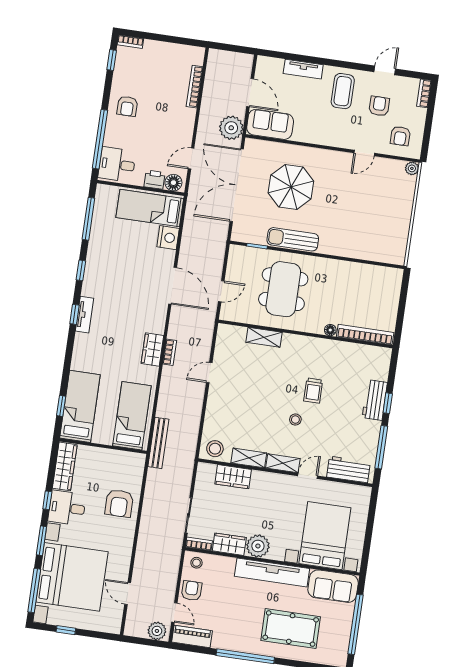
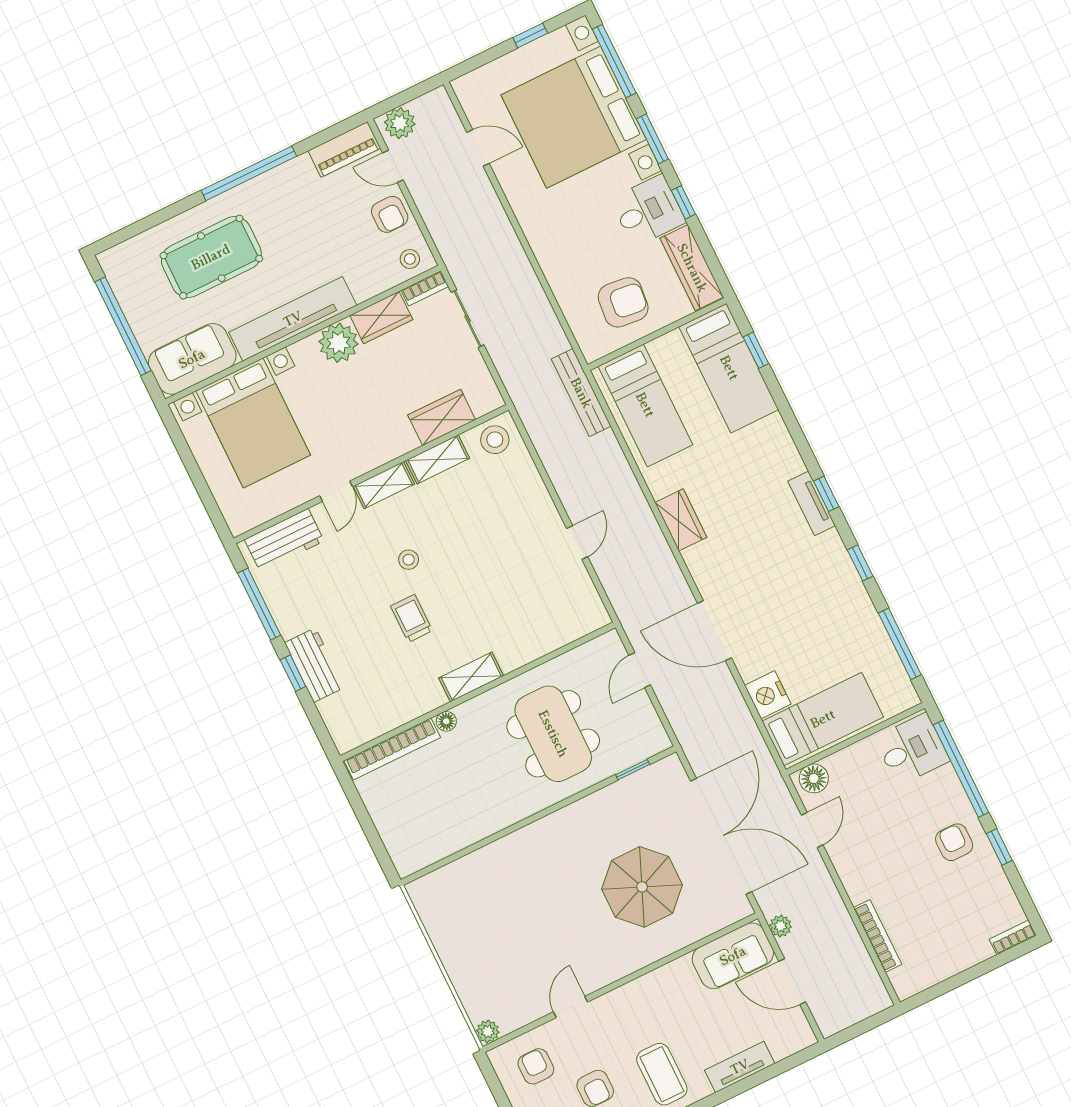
window: (112, 60) -> (999, 847), moved
plant: (231, 128) -> (781, 926), width x0.53, depth x0.53
printer: (155, 180) -> (844, 764), removed
sun lounger: (293, 239) -> (588, 814), removed
shelving: (264, 337) -> (471, 677), moved
bookcase: (170, 352) -> (654, 533), removed
armchair: (119, 503) -> (623, 302), moved, turned 96

